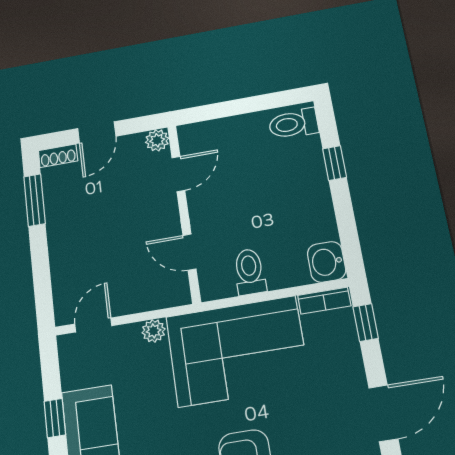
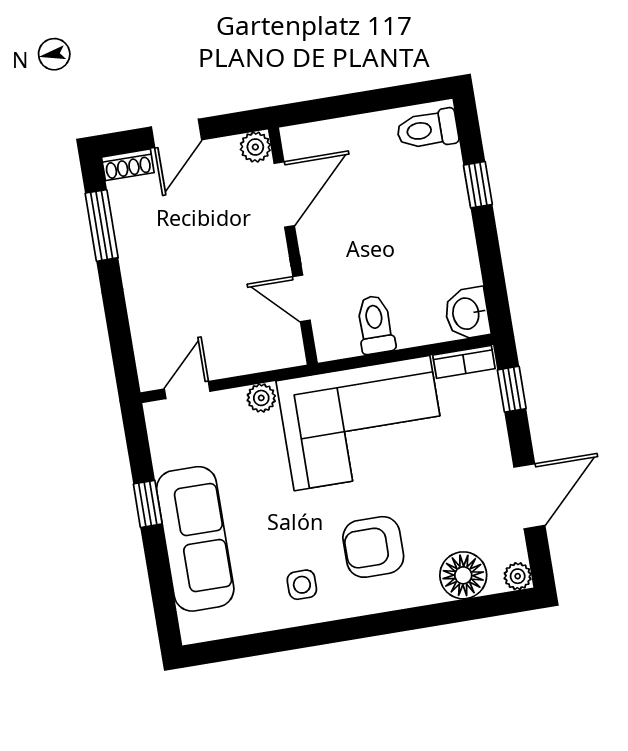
door: (178, 174) -> (284, 194), width x1.38

